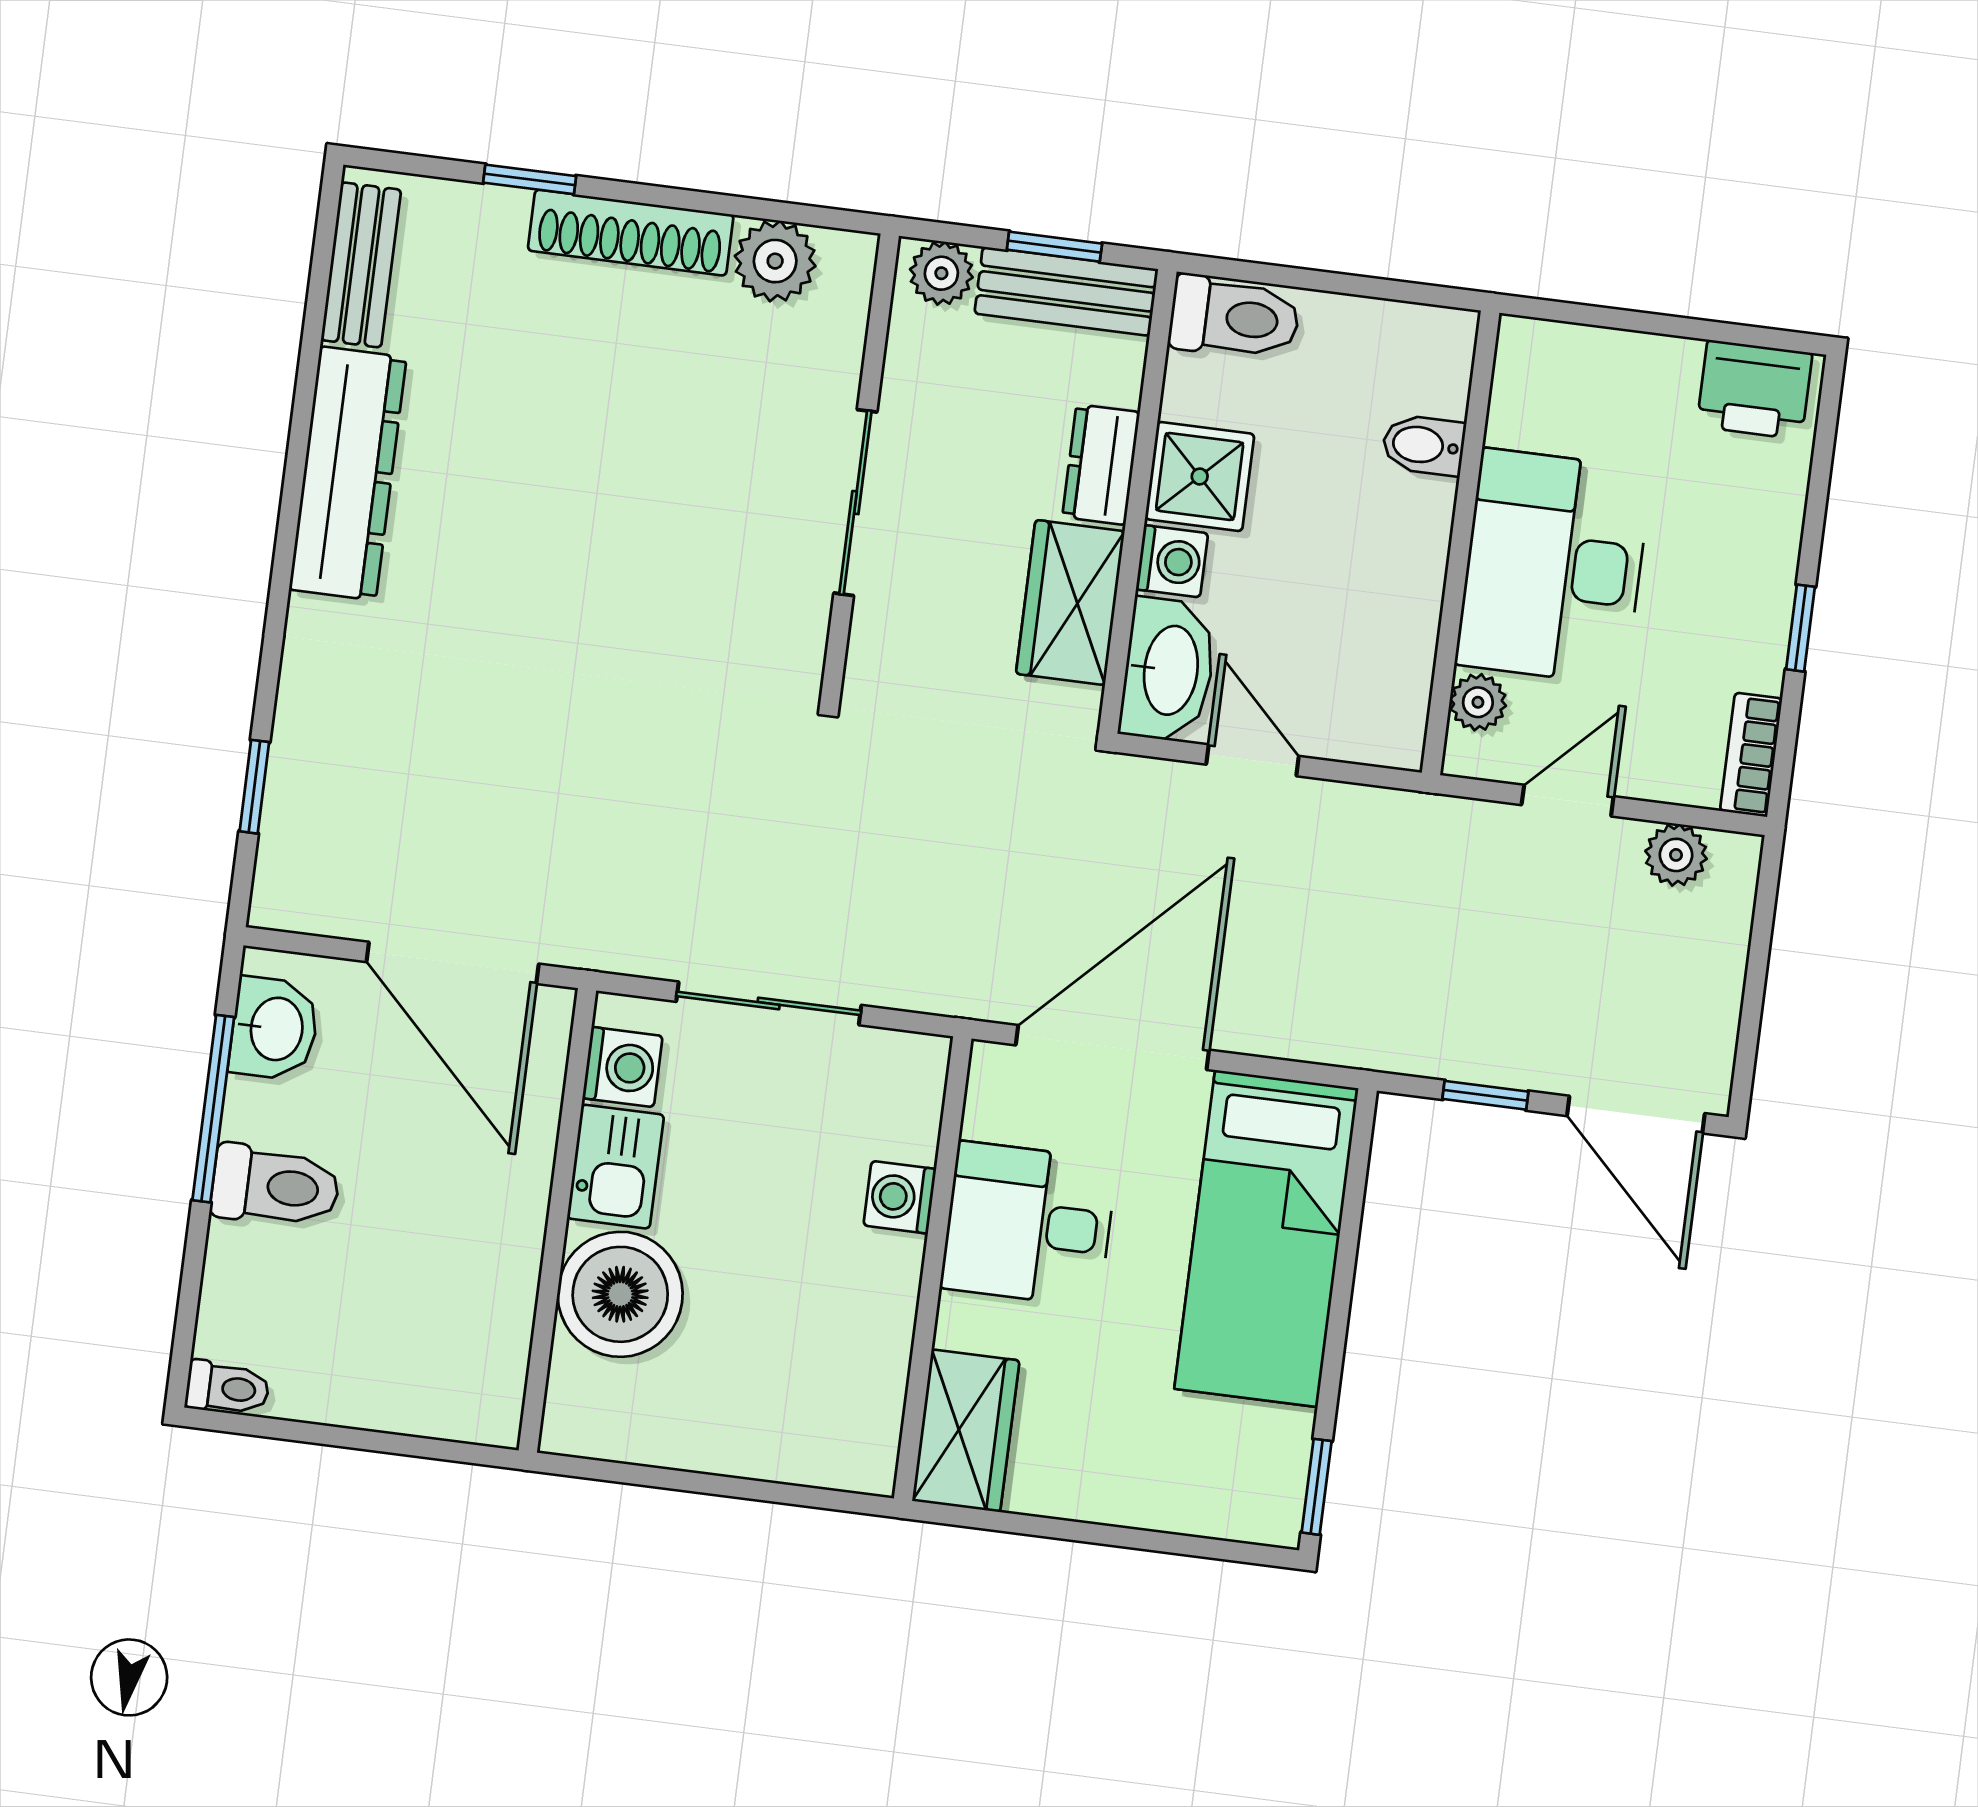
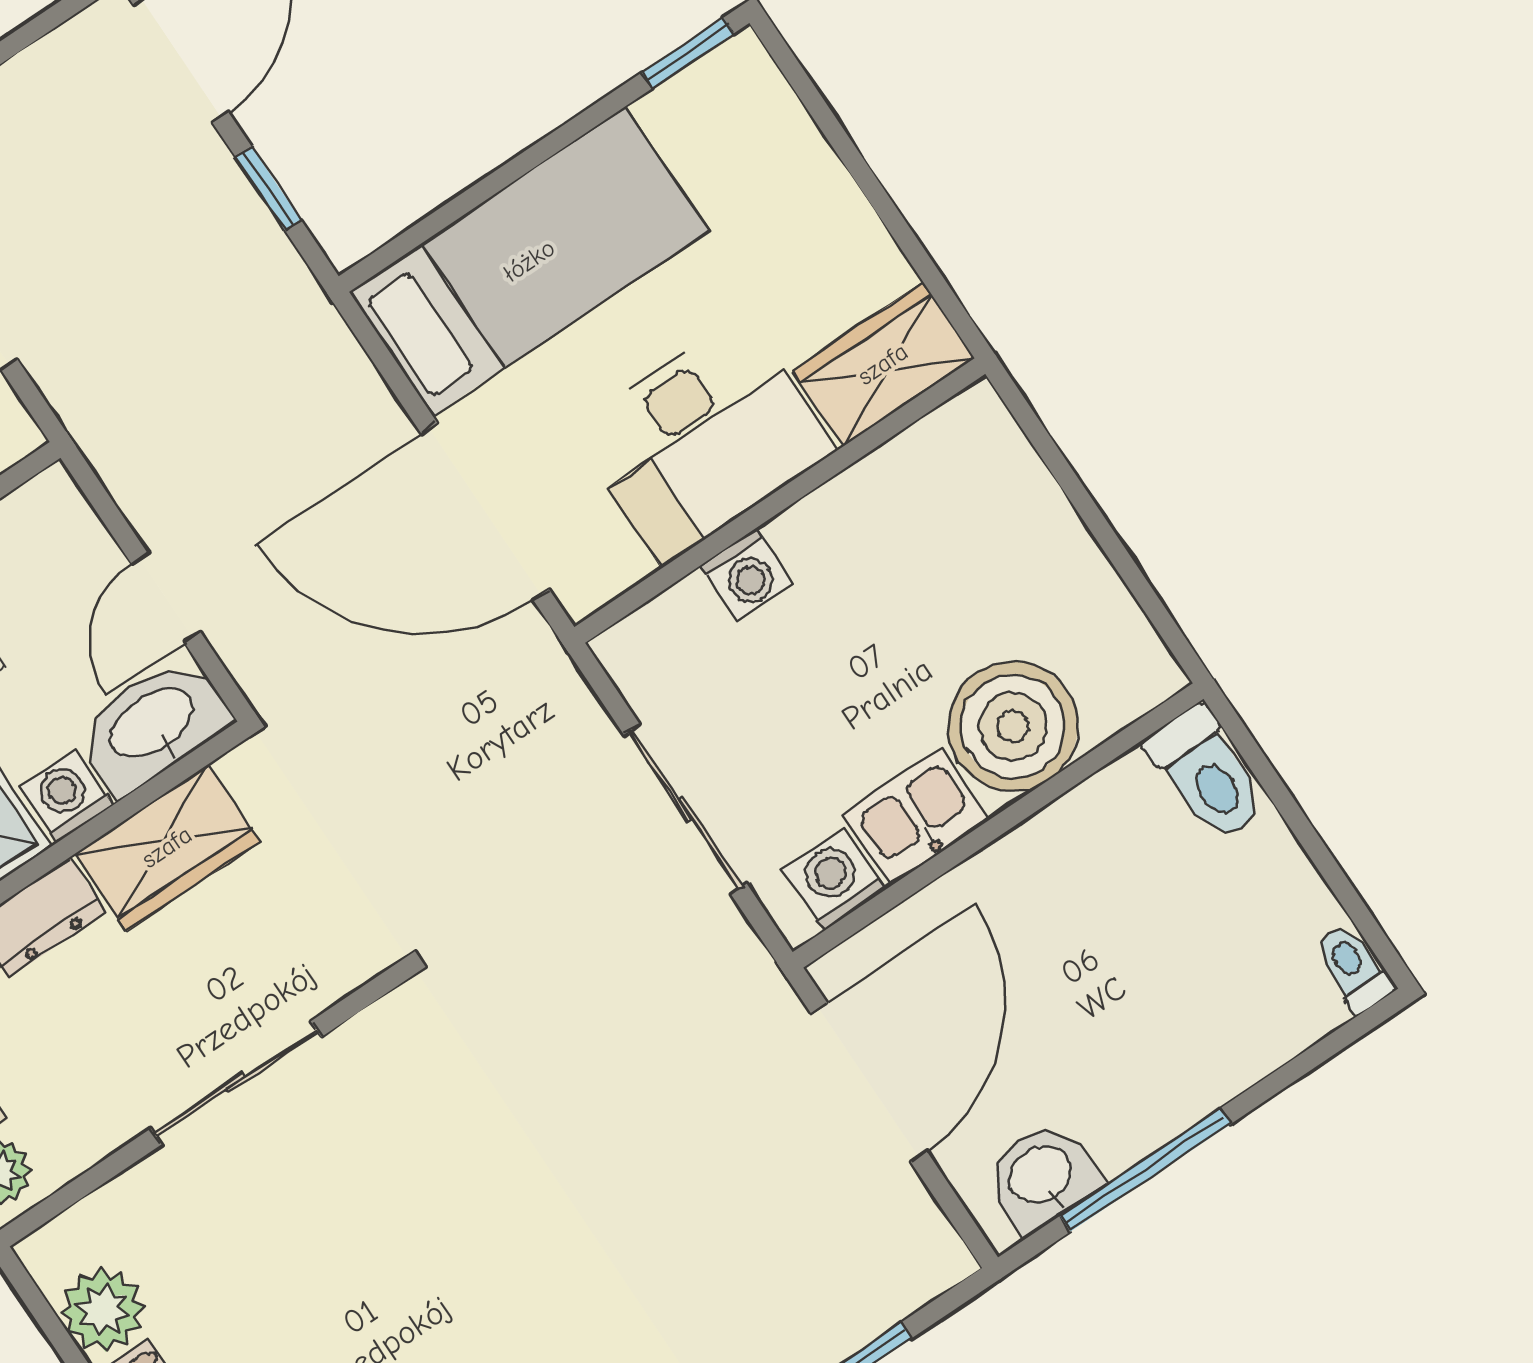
toilet: (275, 1186) -> (1207, 774), moved, turned 180
desk: (1029, 1224) -> (704, 440), width x1.37

